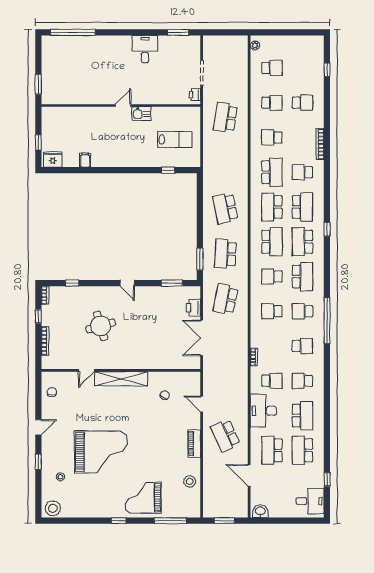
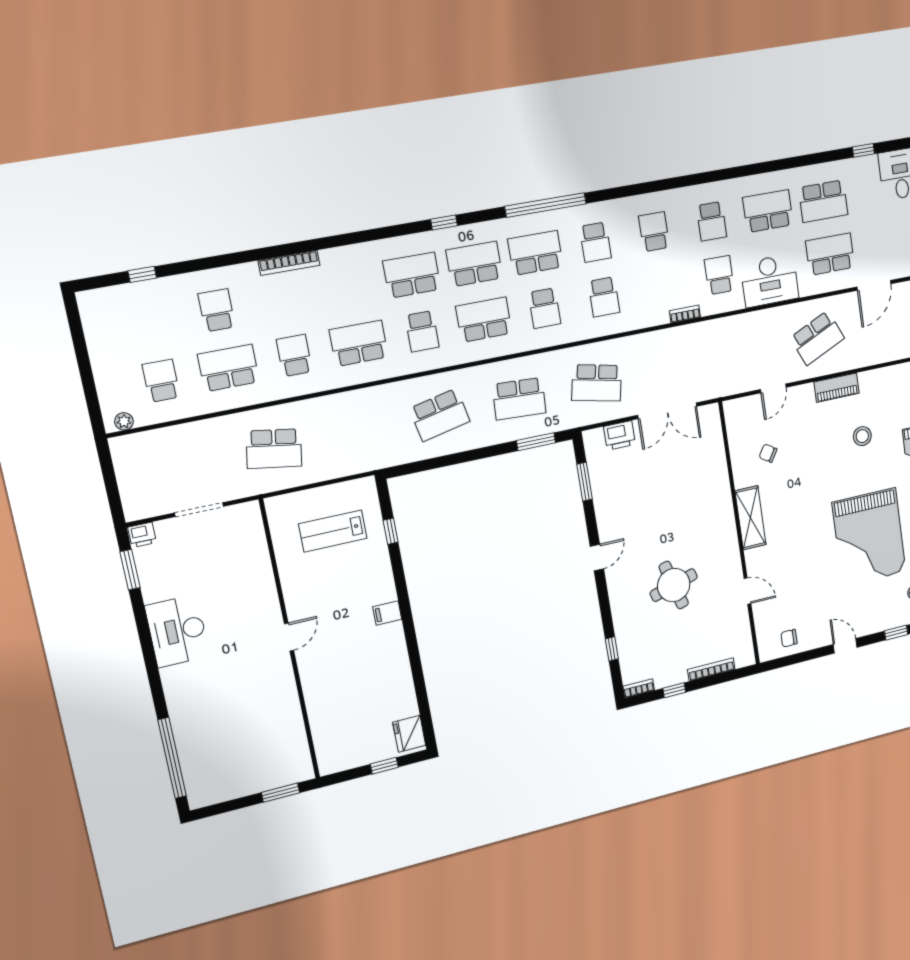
desk: (145, 49) -> (177, 631), width x1.37
printer: (195, 95) -> (142, 535), moved
school desk: (272, 103) -> (228, 368), width x1.85
door: (123, 105) -> (289, 637), swing flipped
kitchen sink: (141, 114) -> (297, 601), removed
school desk: (272, 137) -> (294, 356), turned 180
lab bench: (175, 140) -> (333, 531), turned -90
filing cabinet: (85, 160) -> (387, 613), moved
school desk: (302, 172) -> (348, 287), removed
school desk: (272, 207) -> (422, 331), width x0.54
school desk: (302, 242) -> (474, 264), turned 180
window: (327, 321) -> (546, 205), moved
shelving: (121, 379) -> (750, 518), width x0.68
school desk: (272, 450) -> (830, 254), turned 180
grand piano: (101, 452) -> (869, 537), turned 180
stool: (190, 481) -> (862, 436), moved

